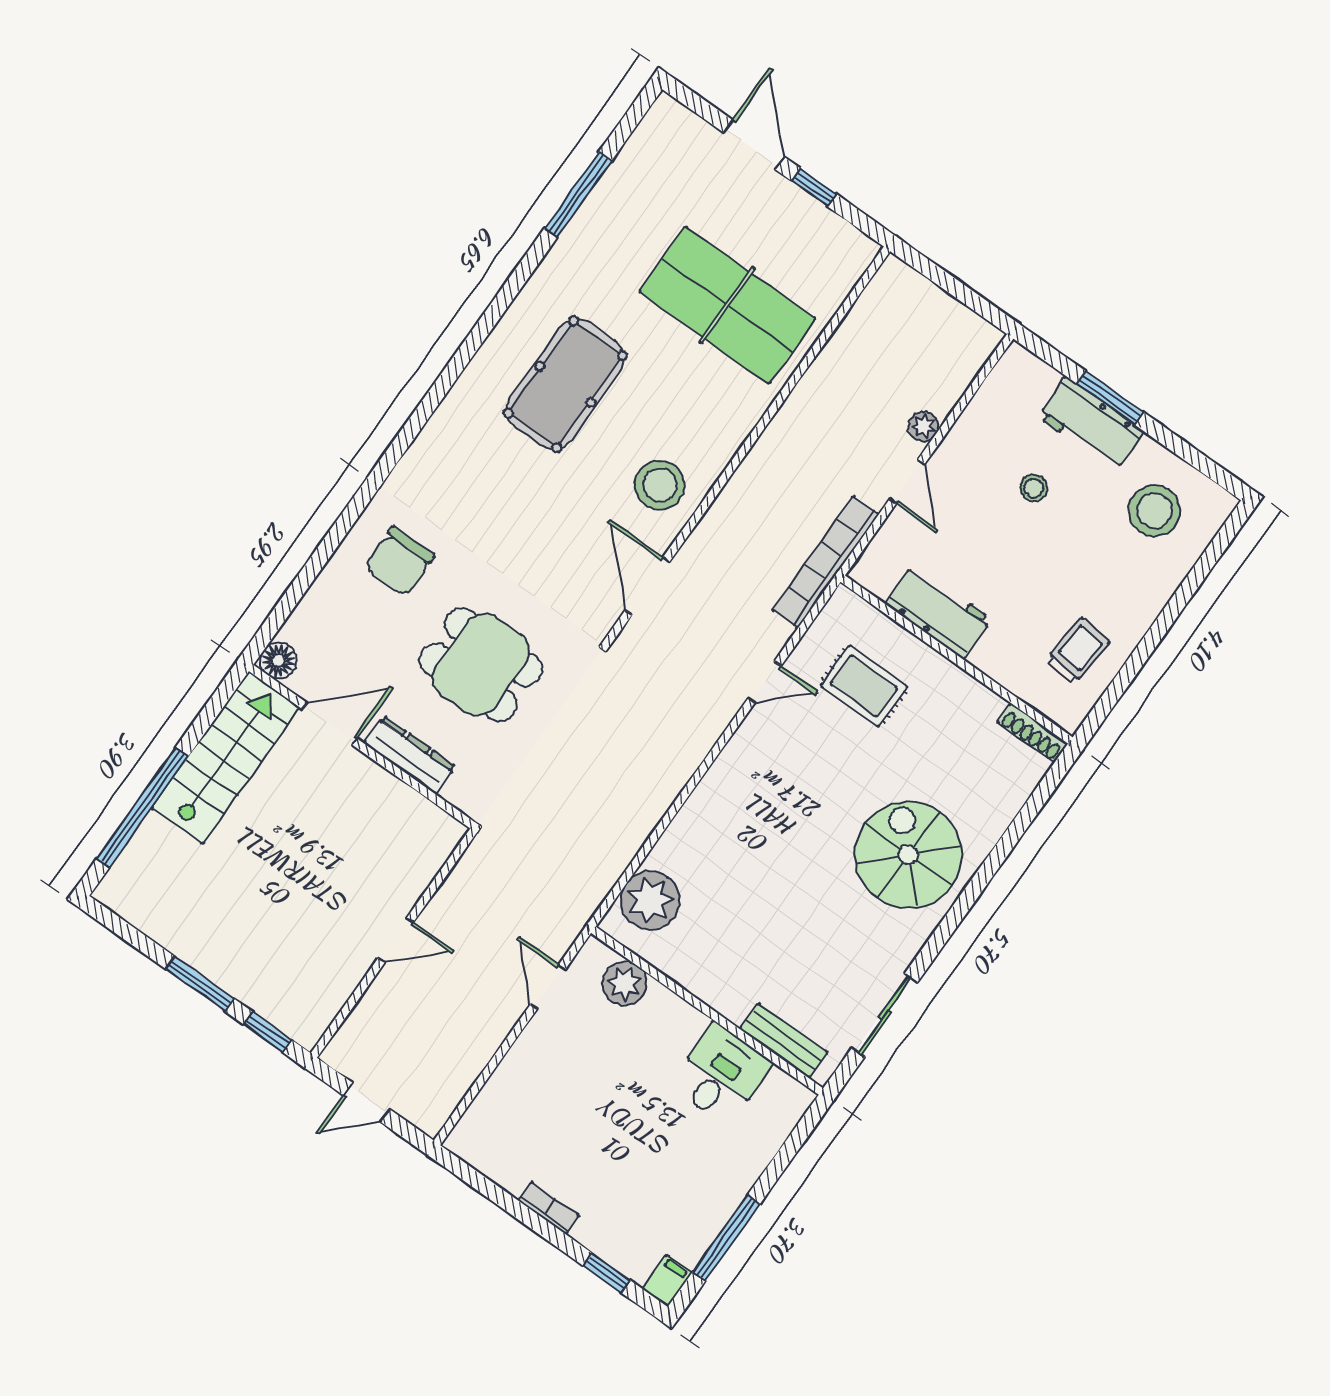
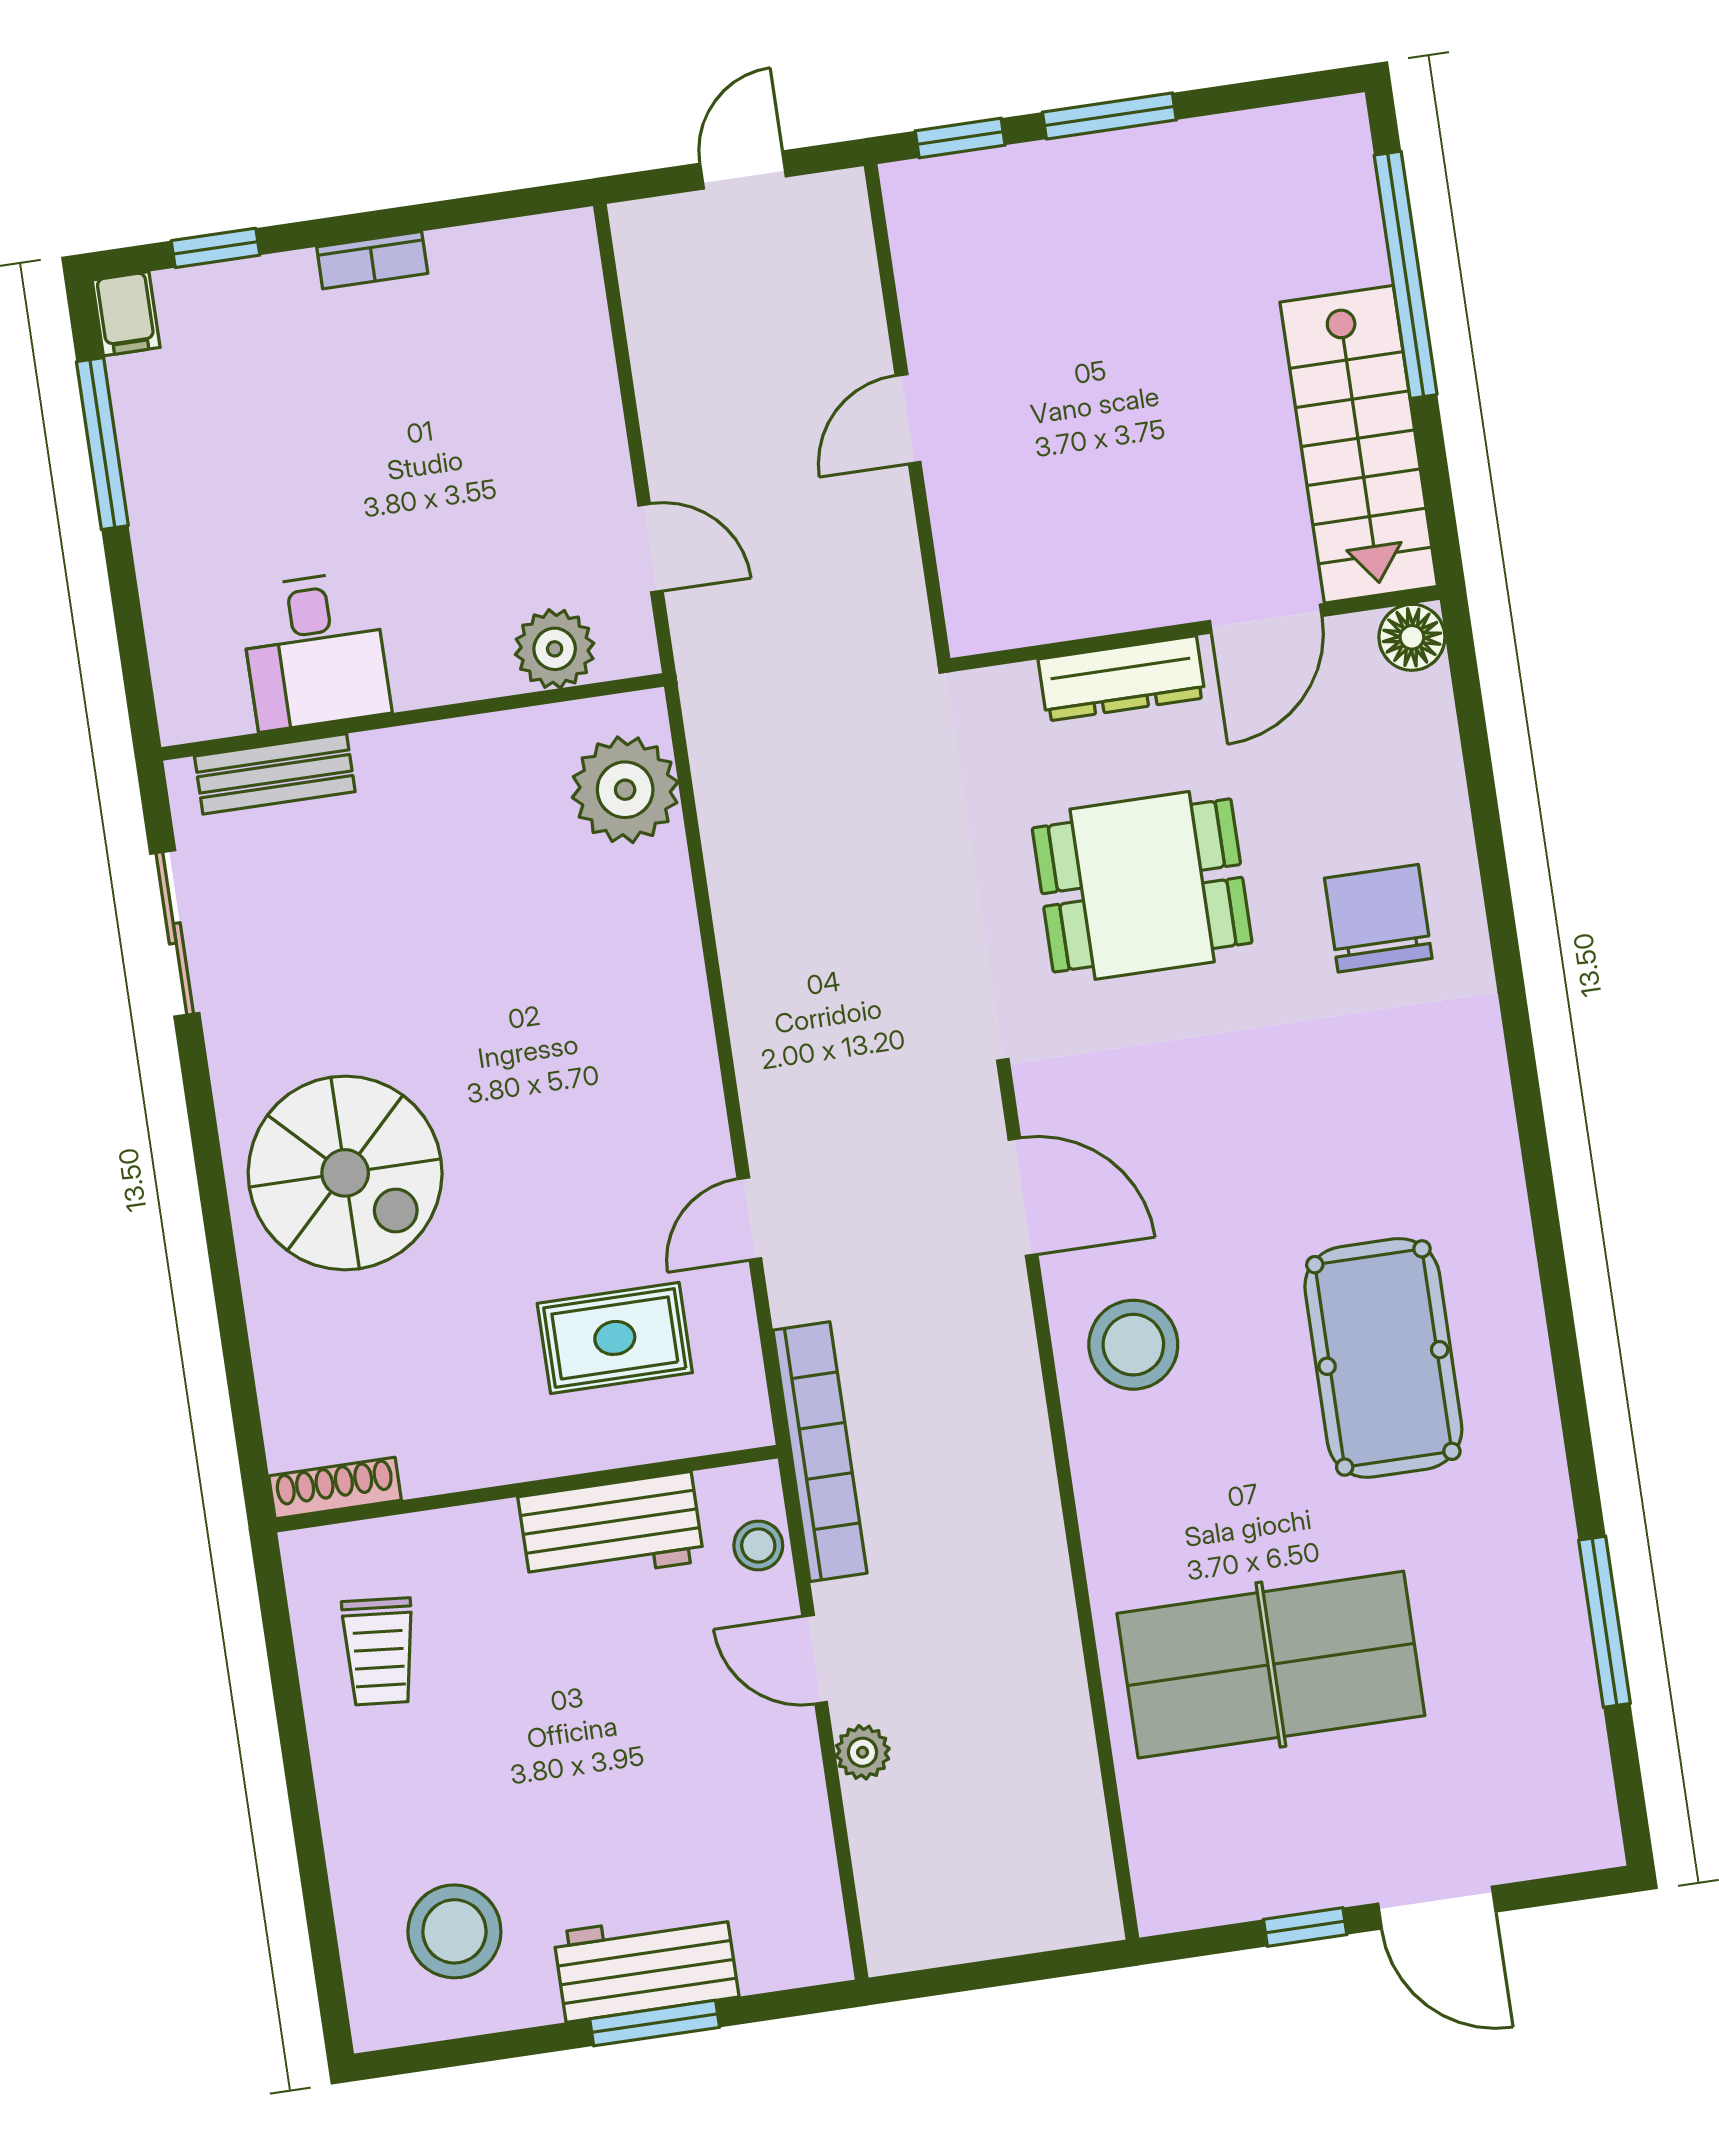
stool: (1034, 488) -> (758, 1545), moved

